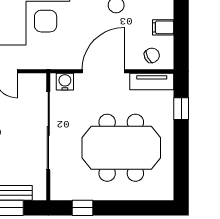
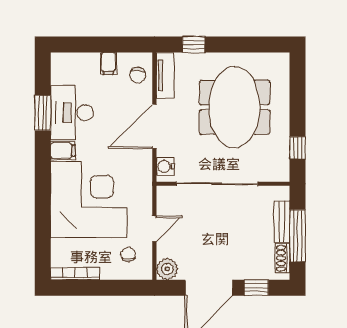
chair: (152, 55) -> (138, 75), turned -152
door: (103, 71) -> (154, 126), hinge flipped

